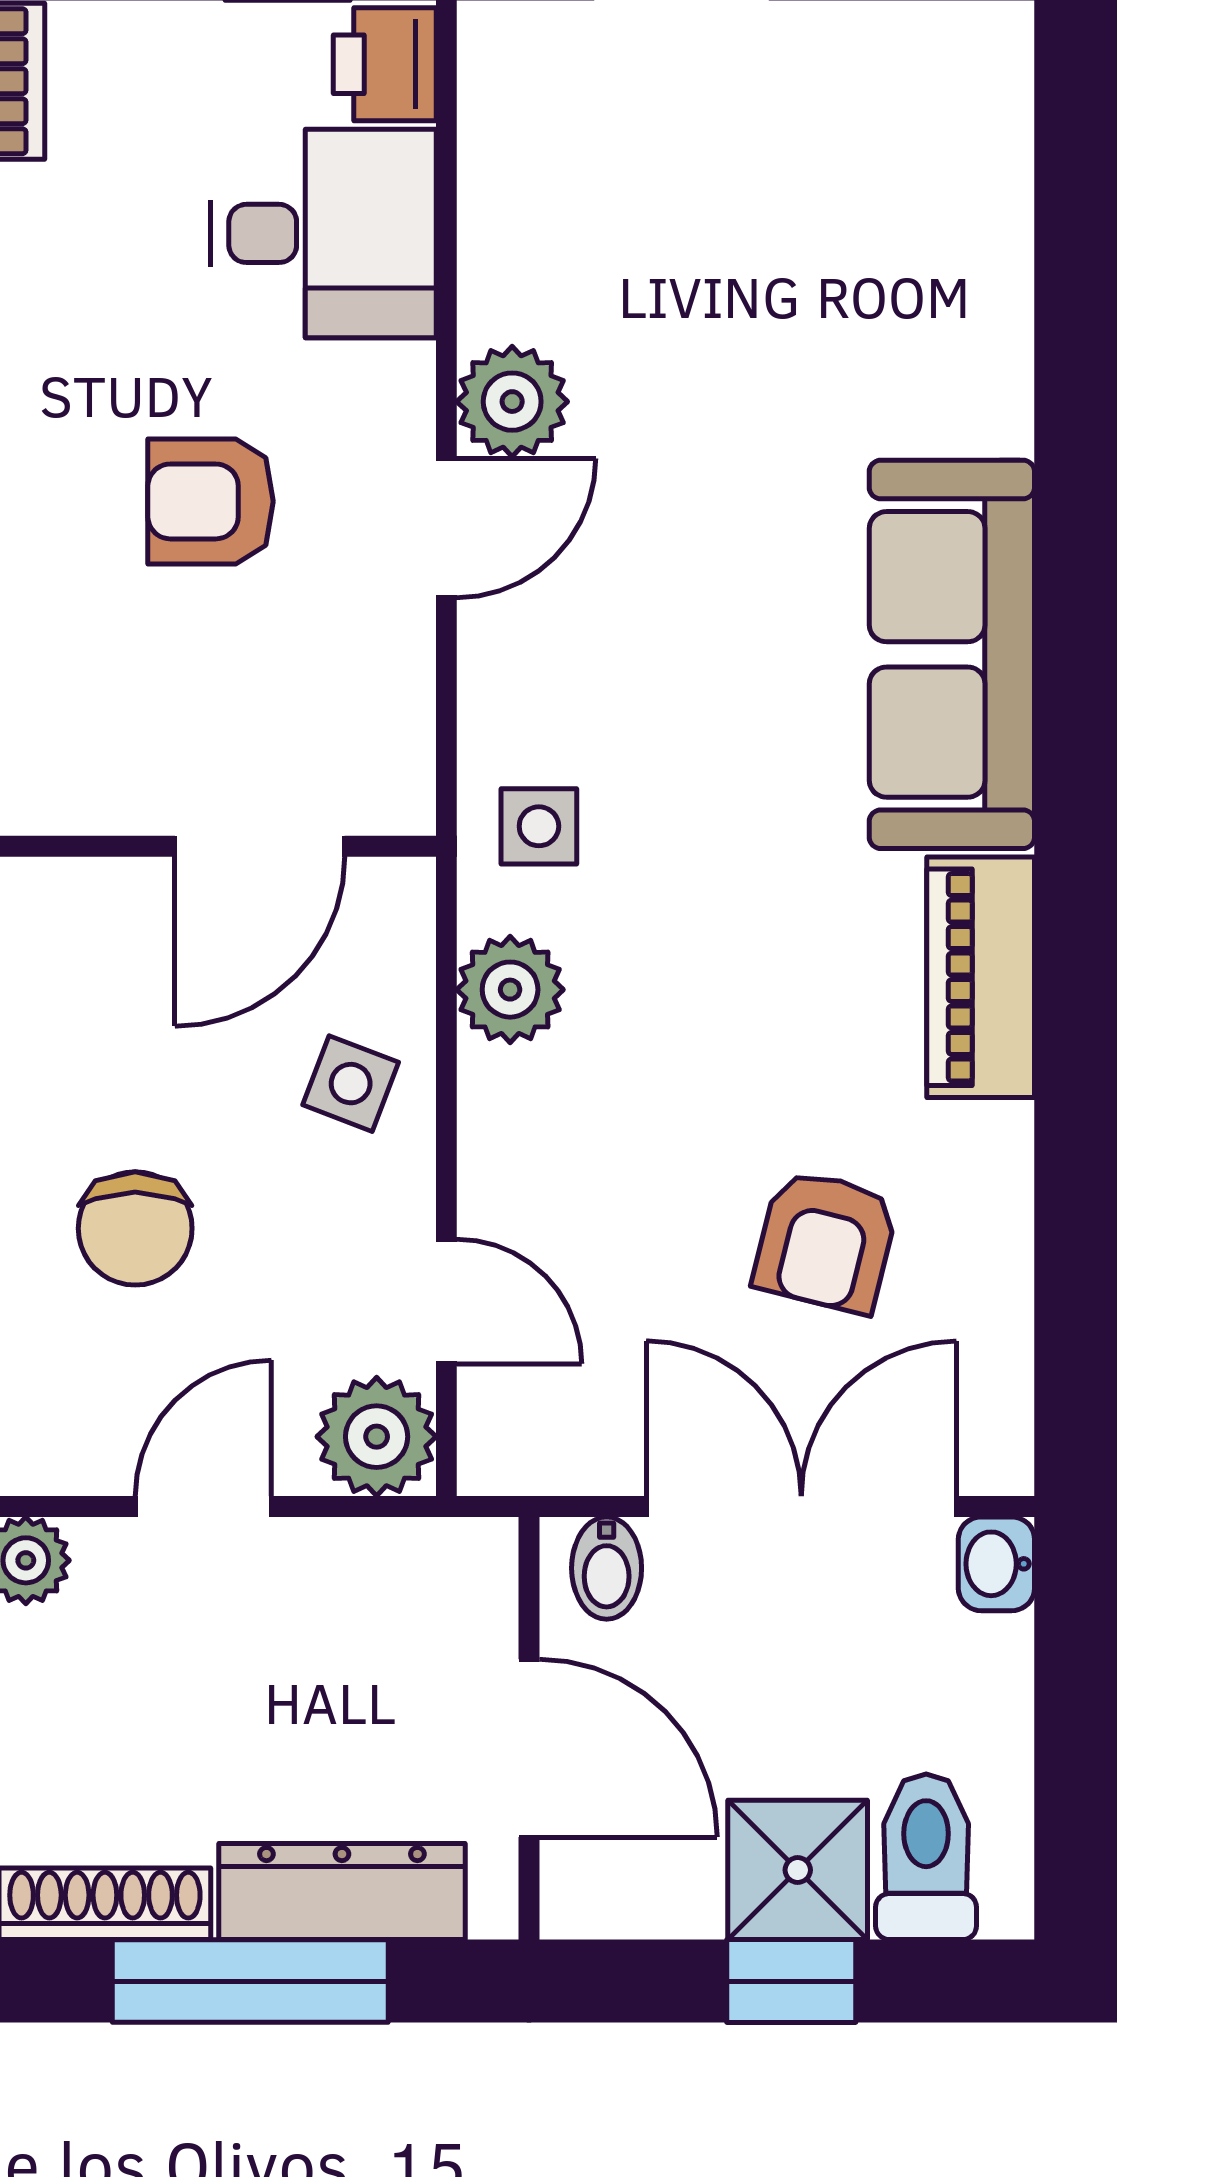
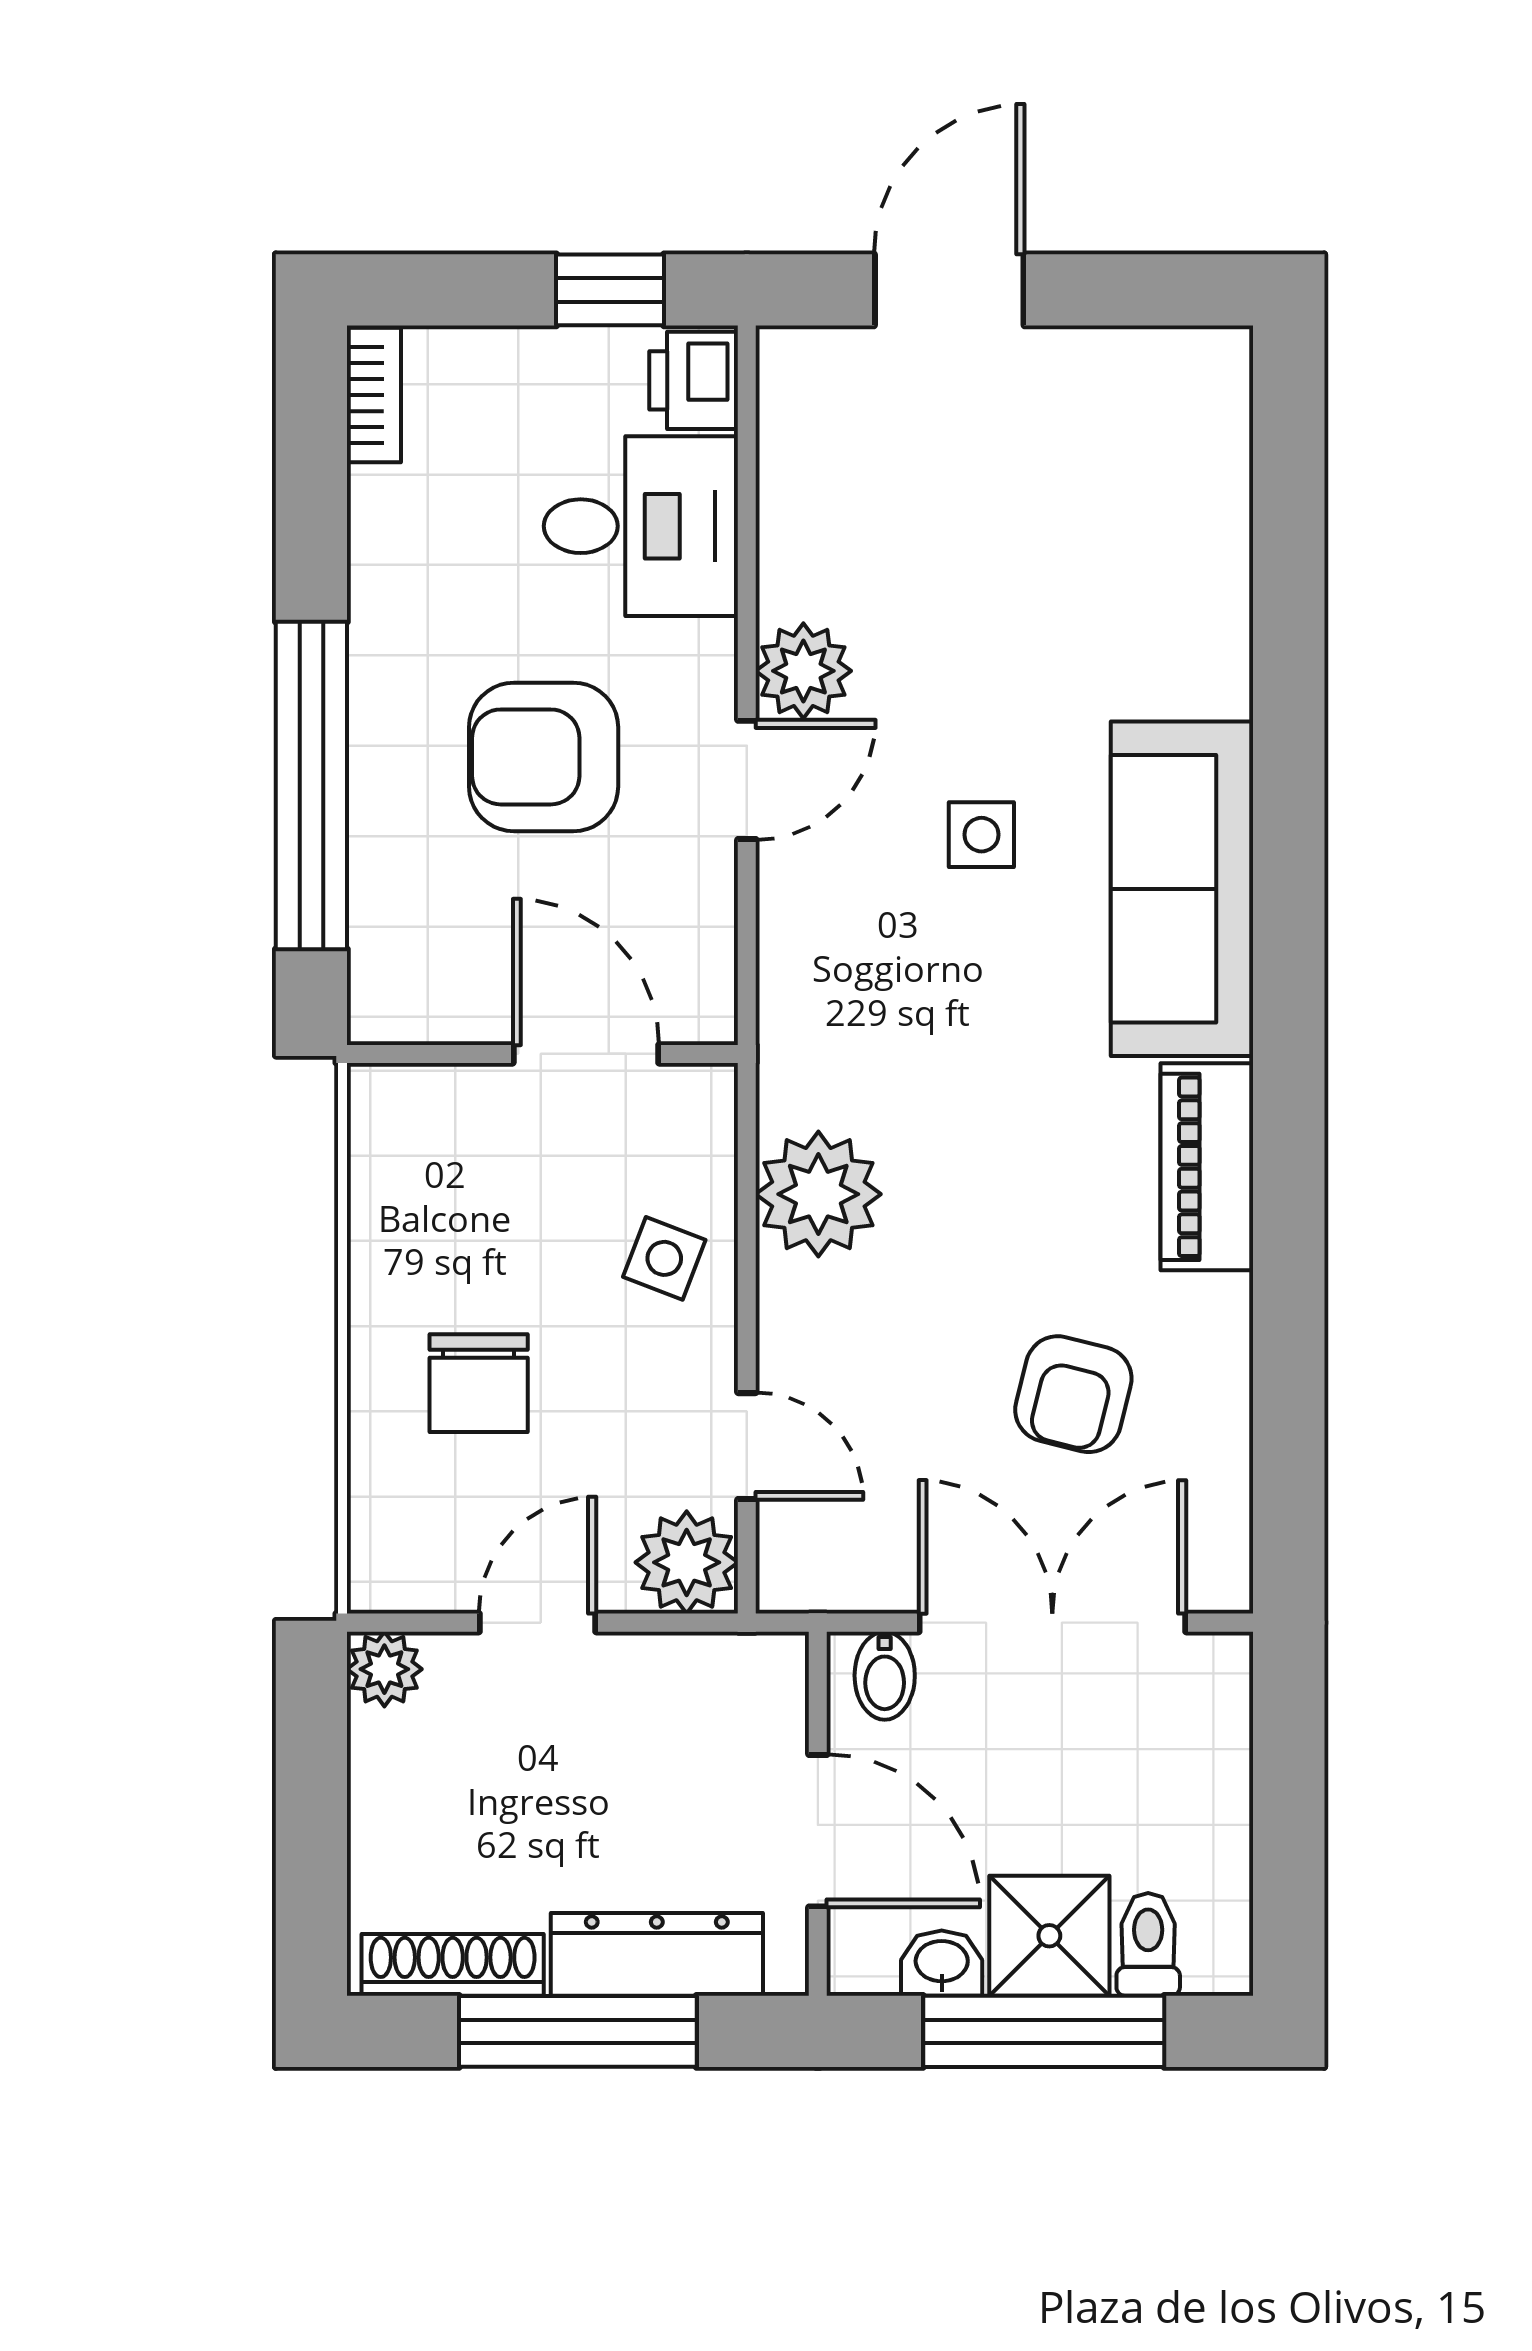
armchair: (211, 501) -> (544, 757), width x1.38, depth x1.38
side table: (539, 826) -> (981, 835), moved
door: (260, 846) -> (586, 1054), swing flipped
plant: (510, 990) -> (818, 1194), width x1.36, depth x1.36
washbasin: (996, 1564) -> (942, 1963), moved, turned 90
toilet: (926, 1857) -> (1148, 1944), width x0.73, depth x0.72
window: (791, 1981) -> (1044, 2031), width x2.17

